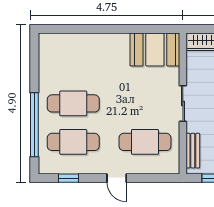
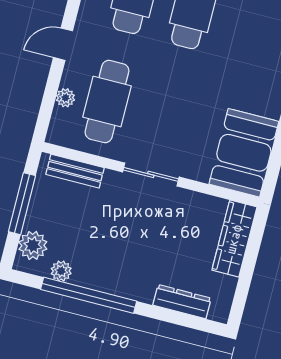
plant: (149, 168) -> (65, 98), added

